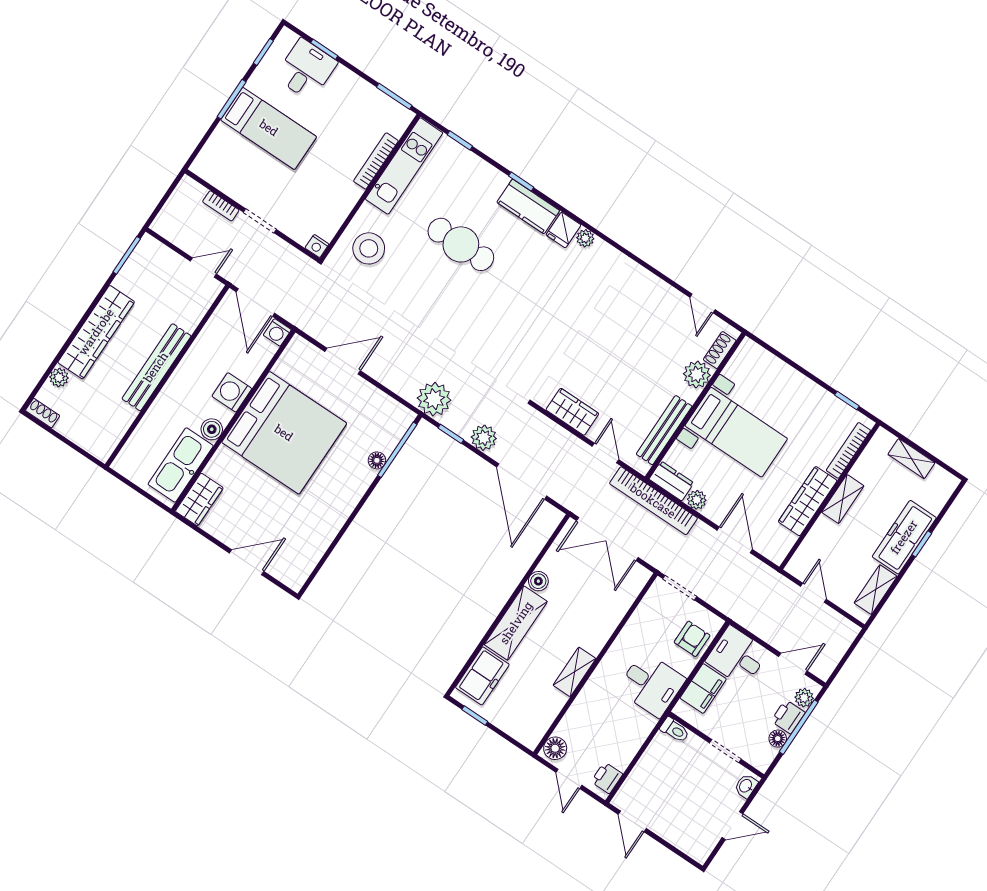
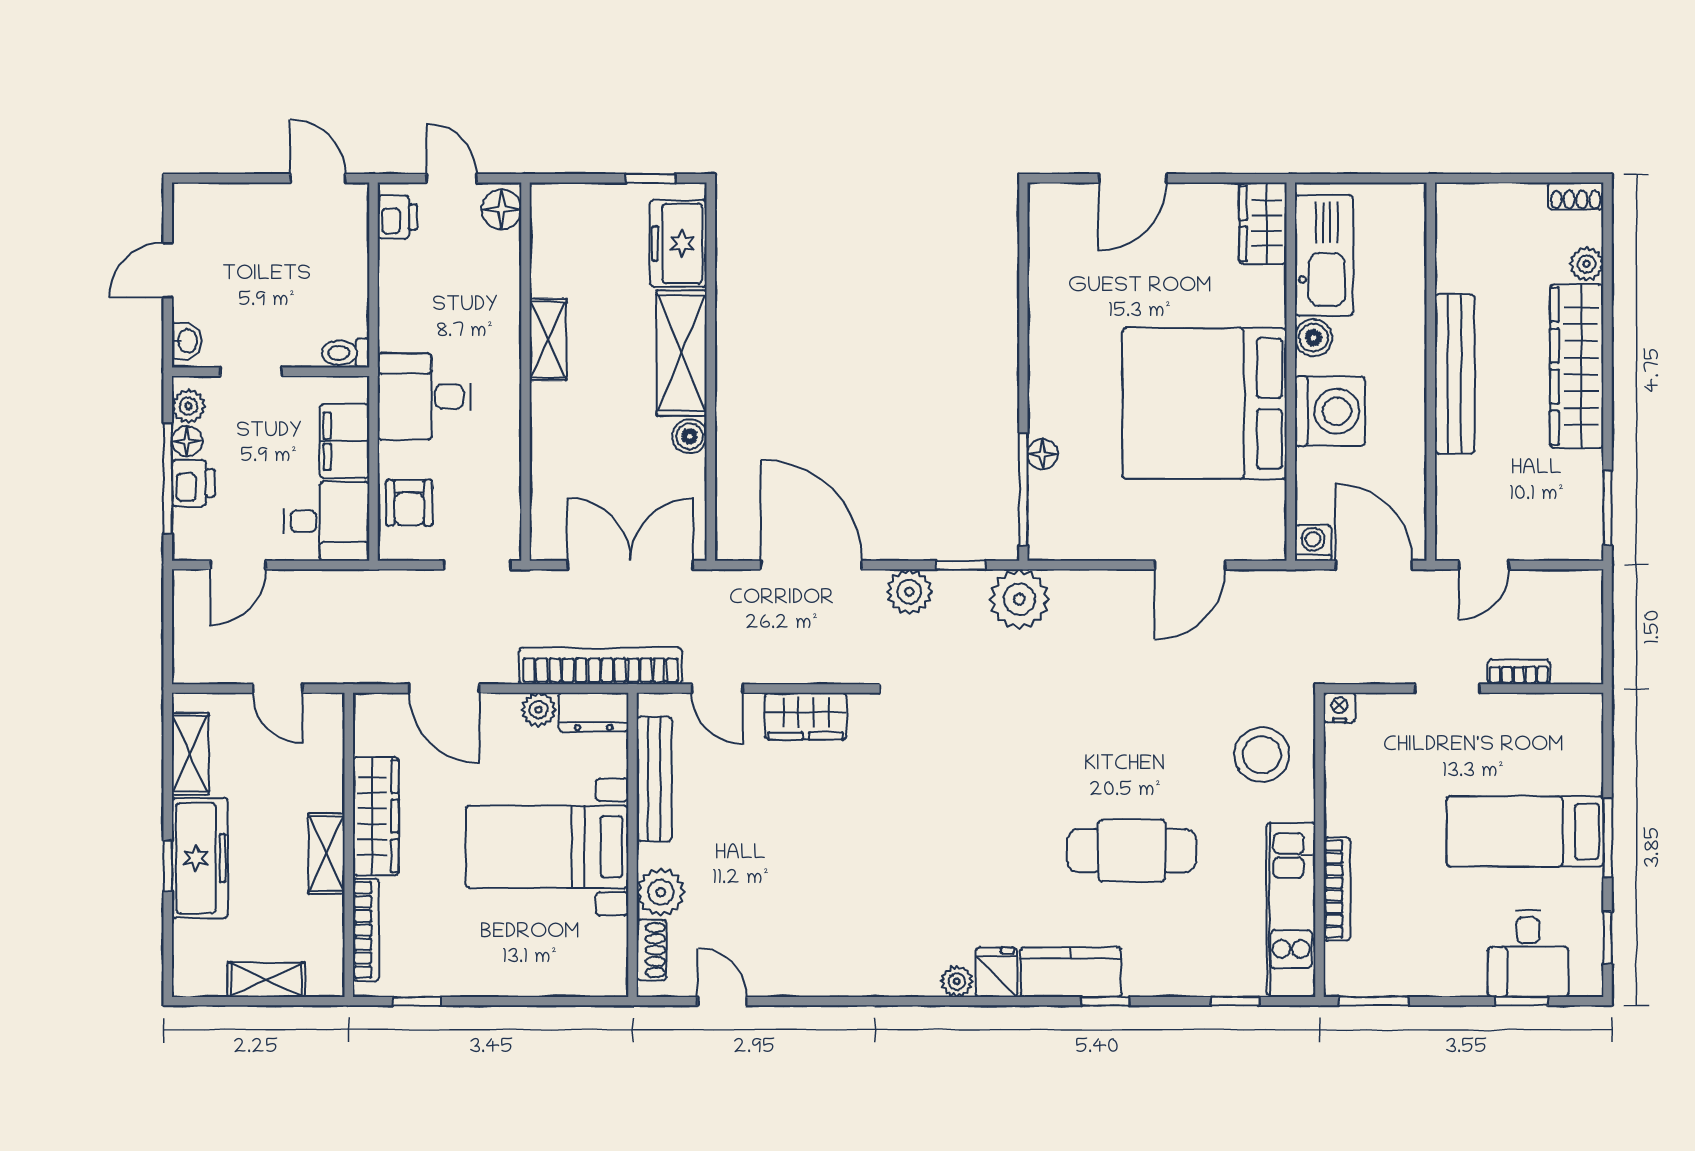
washing machine: (232, 392) -> (1330, 411), width x1.37, depth x1.37
plant: (804, 698) -> (188, 406), moved

